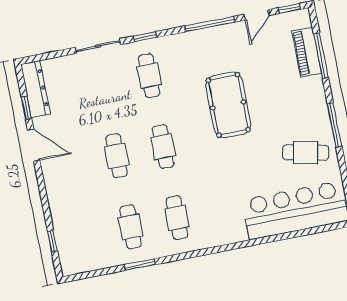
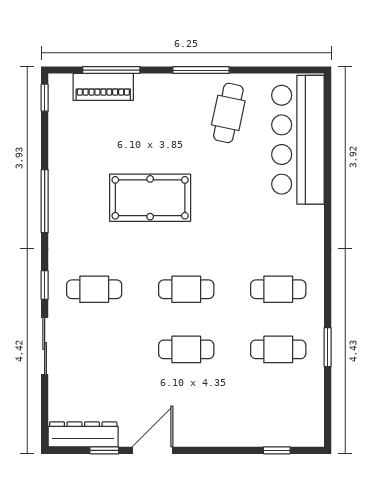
door: (257, 15) -> (45, 140), removed

